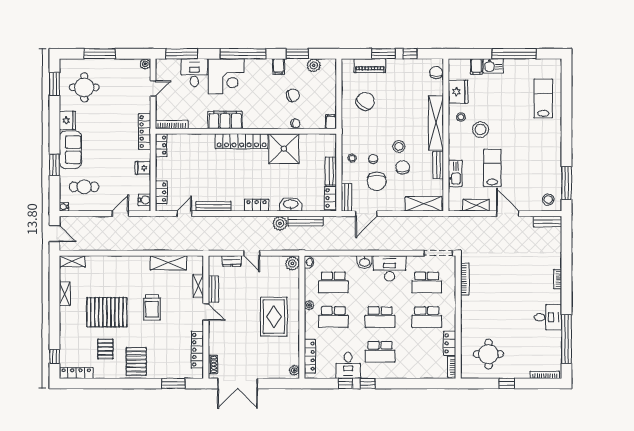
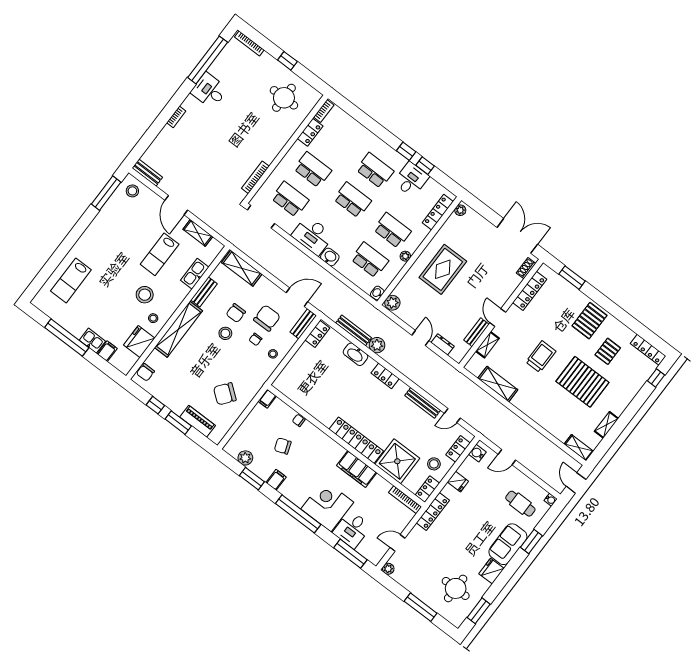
shower: (284, 149) -> (397, 461), moved
stool: (171, 167) -> (434, 464), added
bench: (331, 171) -> (300, 356), removed

